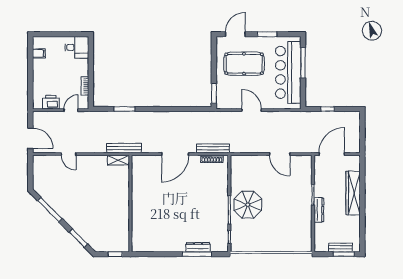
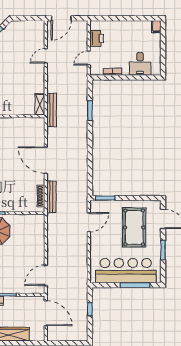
desk: (77, 47) -> (140, 64), moved
filing cabinet: (39, 53) -> (156, 27), moved
door: (71, 110) -> (89, 58), swing flipped
door: (252, 110) -> (89, 222), moved
door: (280, 154) -> (46, 275), moved

